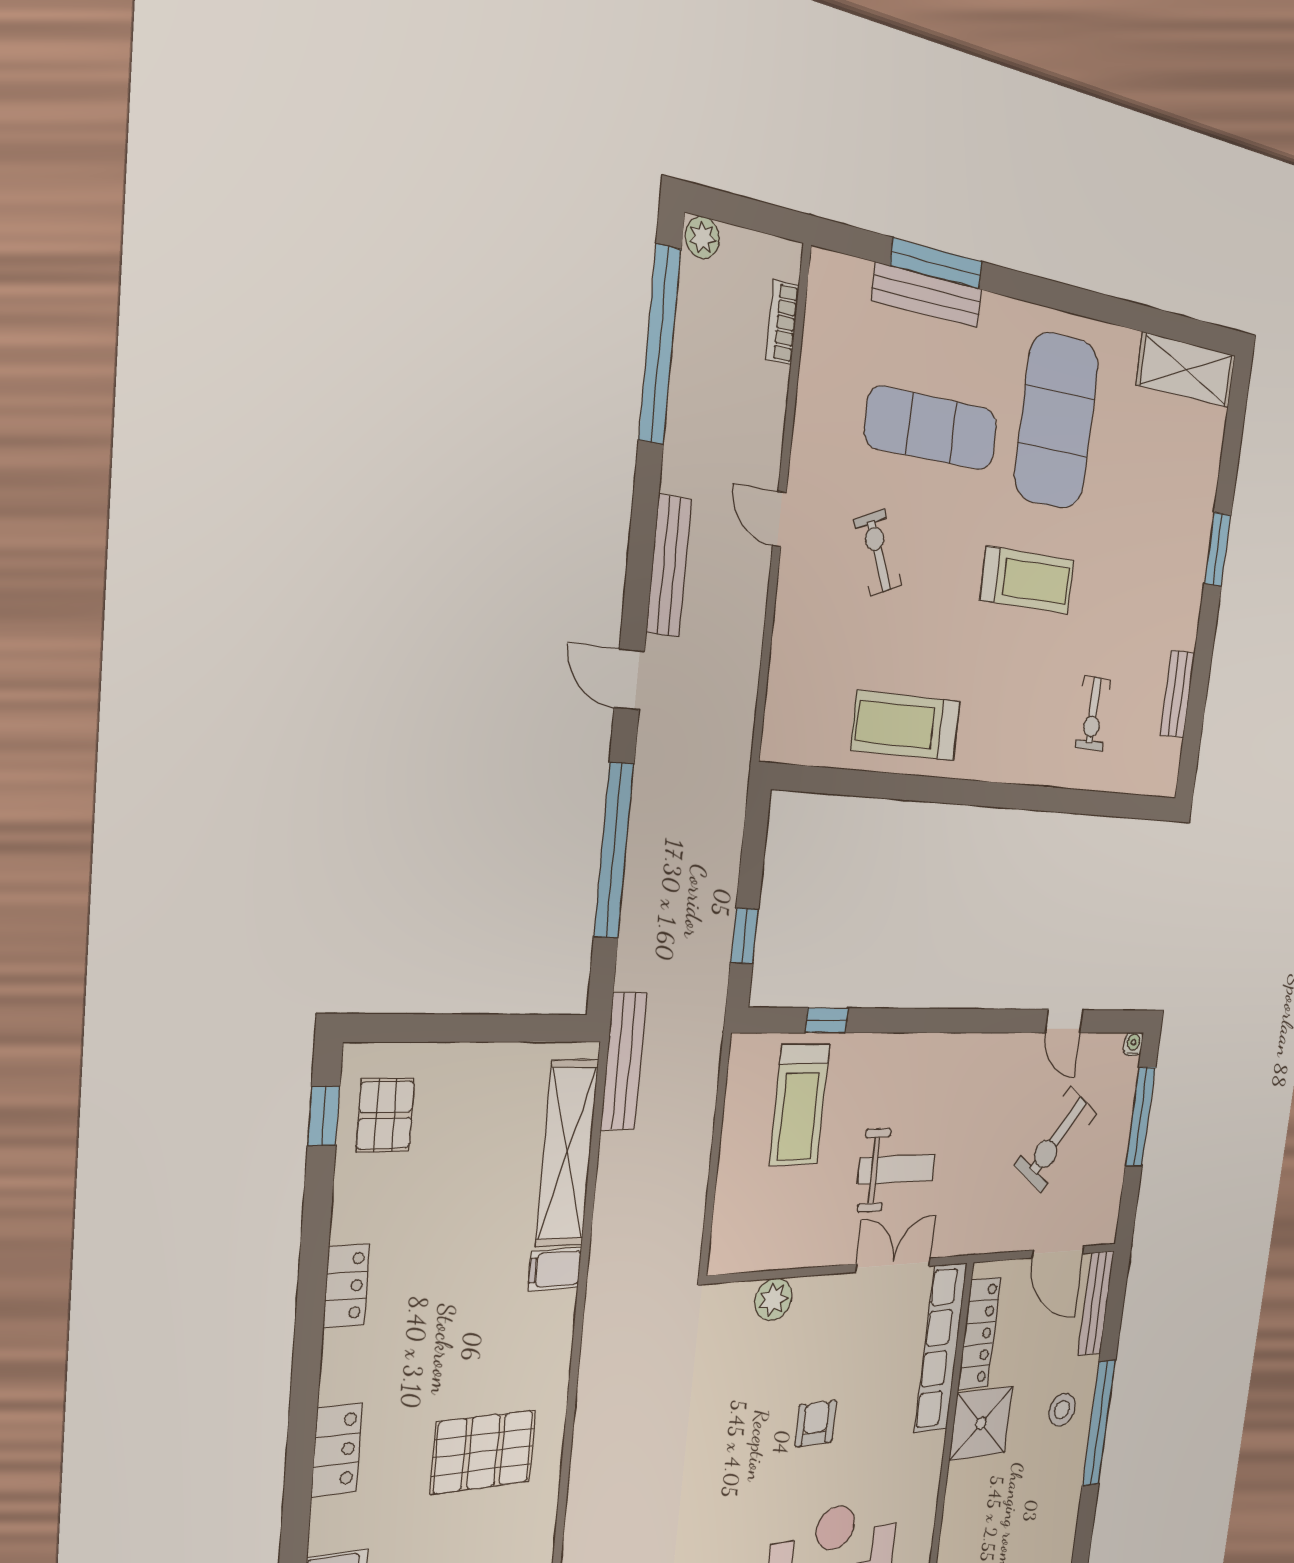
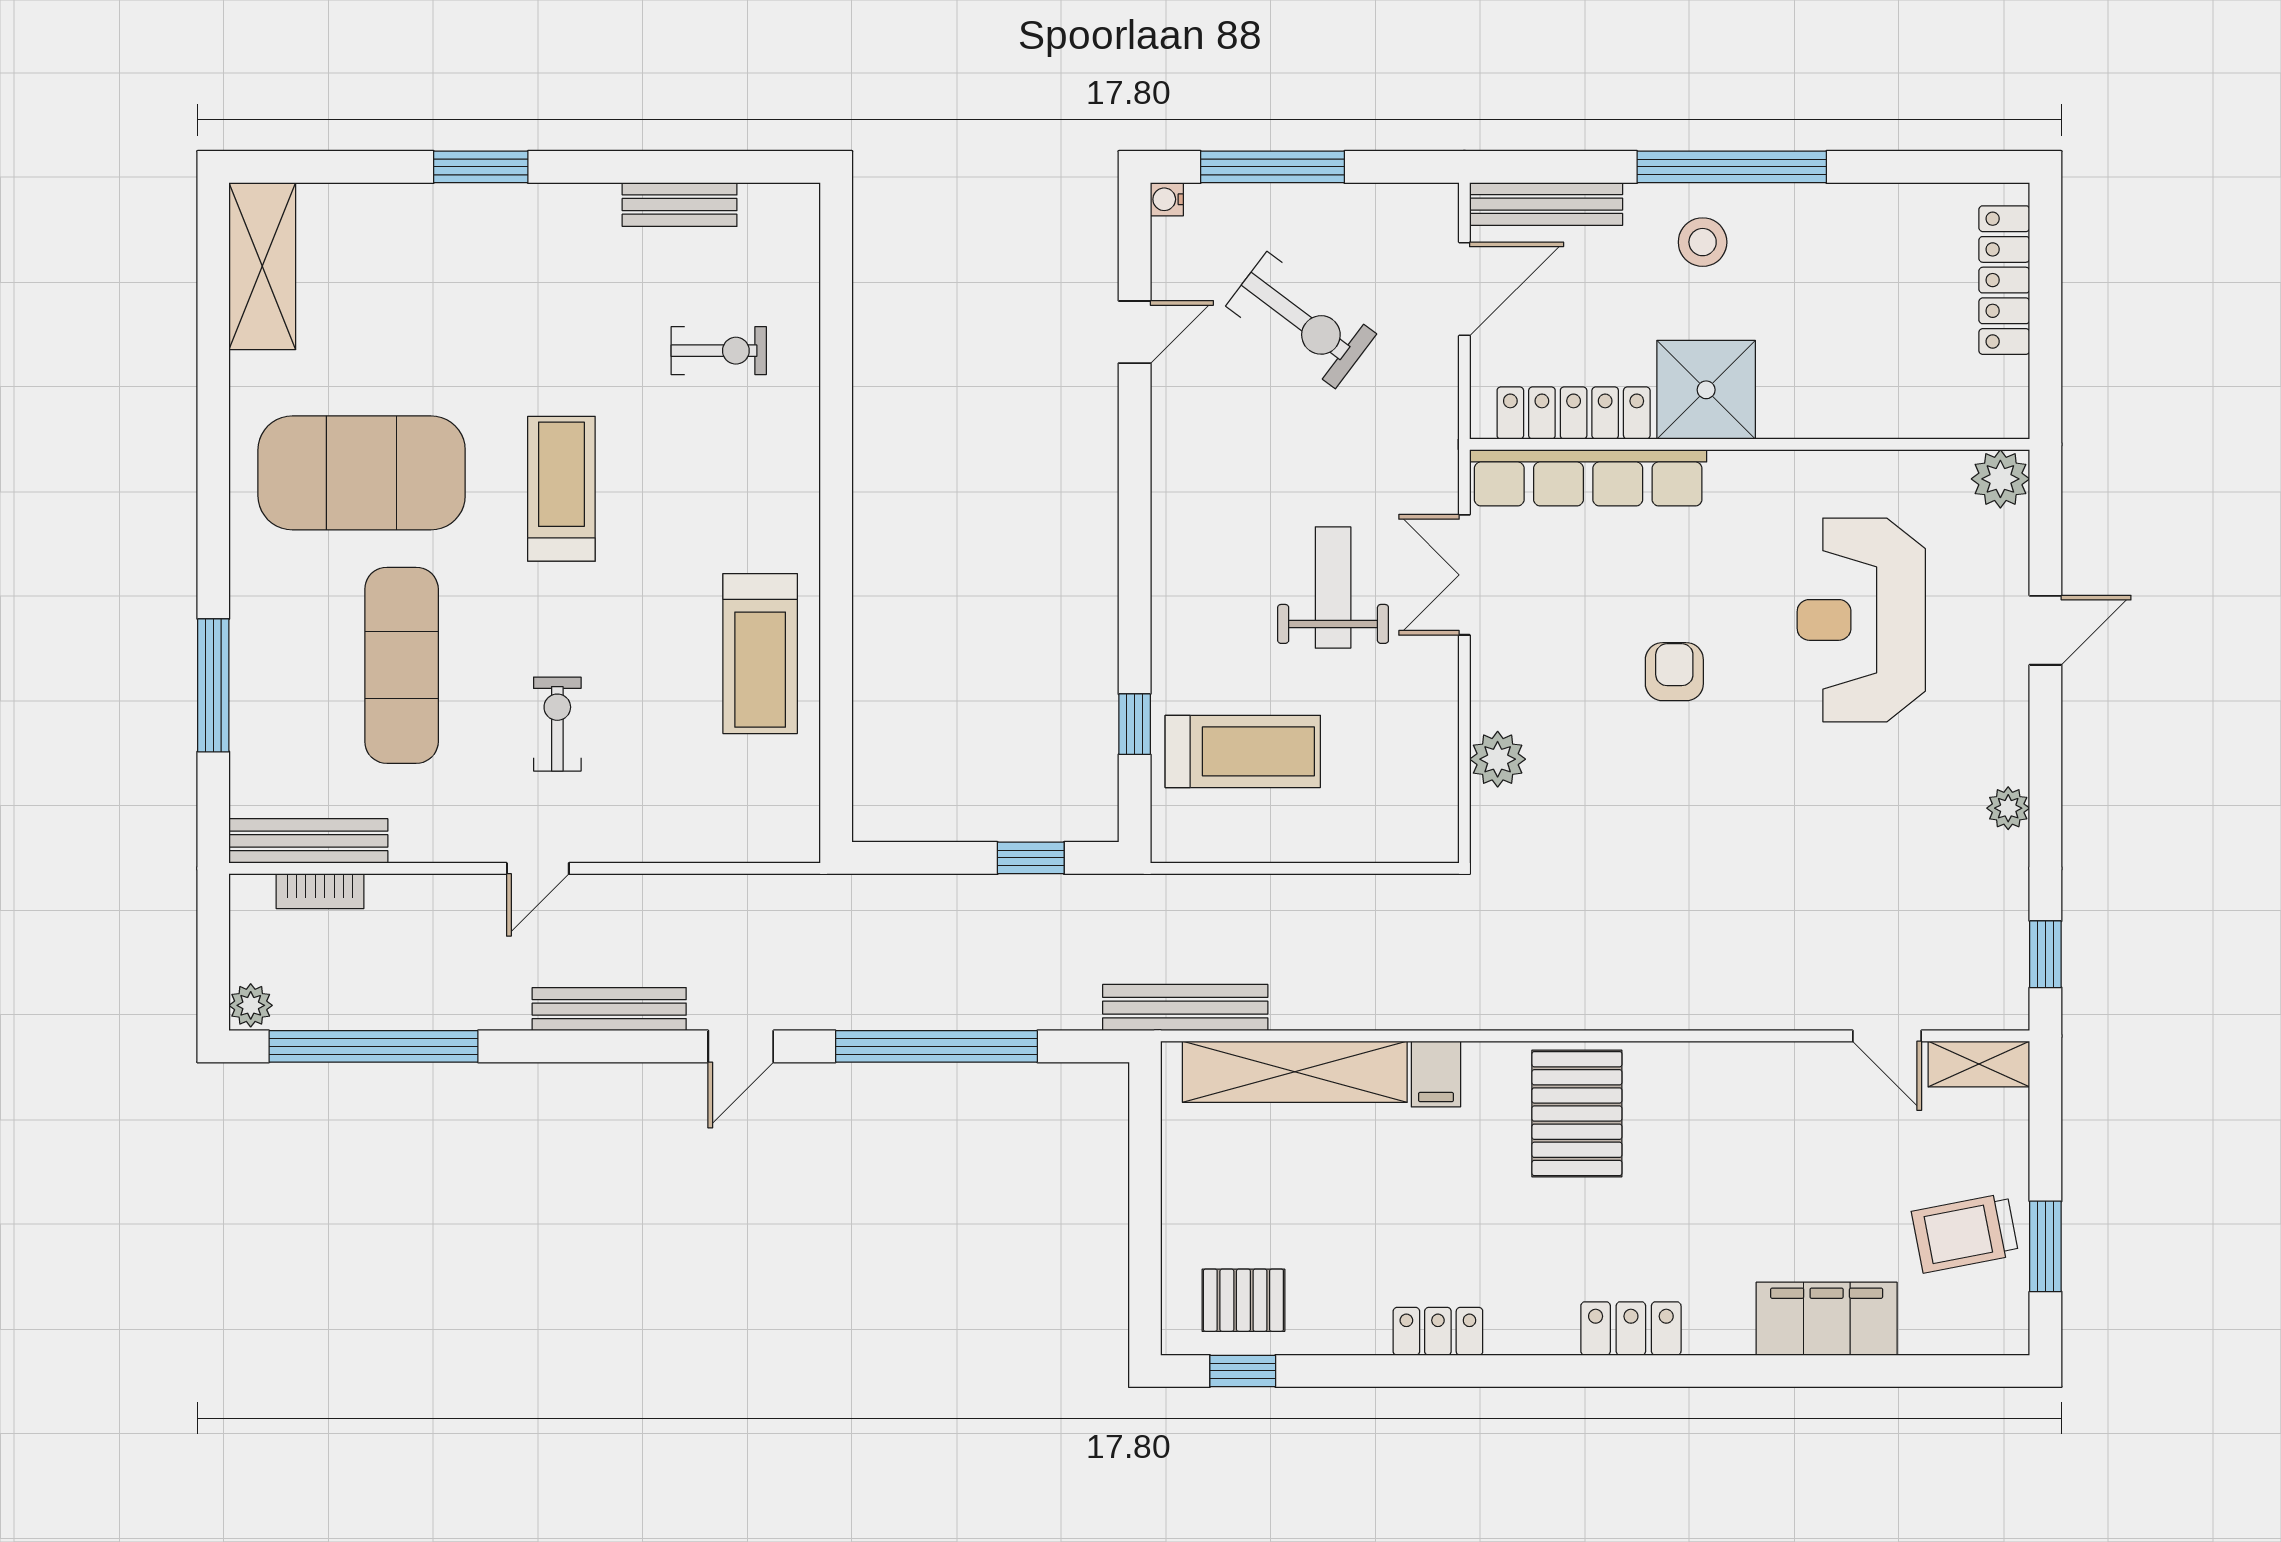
bench: (927, 295) -> (308, 841), moved, turned 90
exercise bike: (878, 553) -> (557, 724), turned 114
armchair: (816, 1423) -> (1674, 672), turned 90
pallet: (483, 1452) -> (1577, 1114), moved

